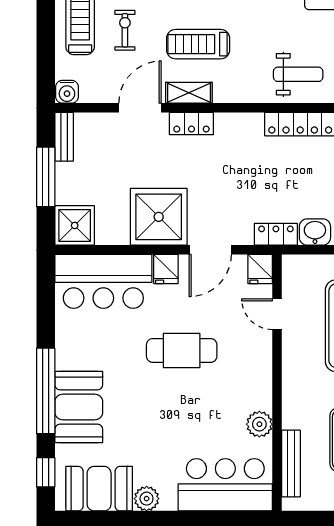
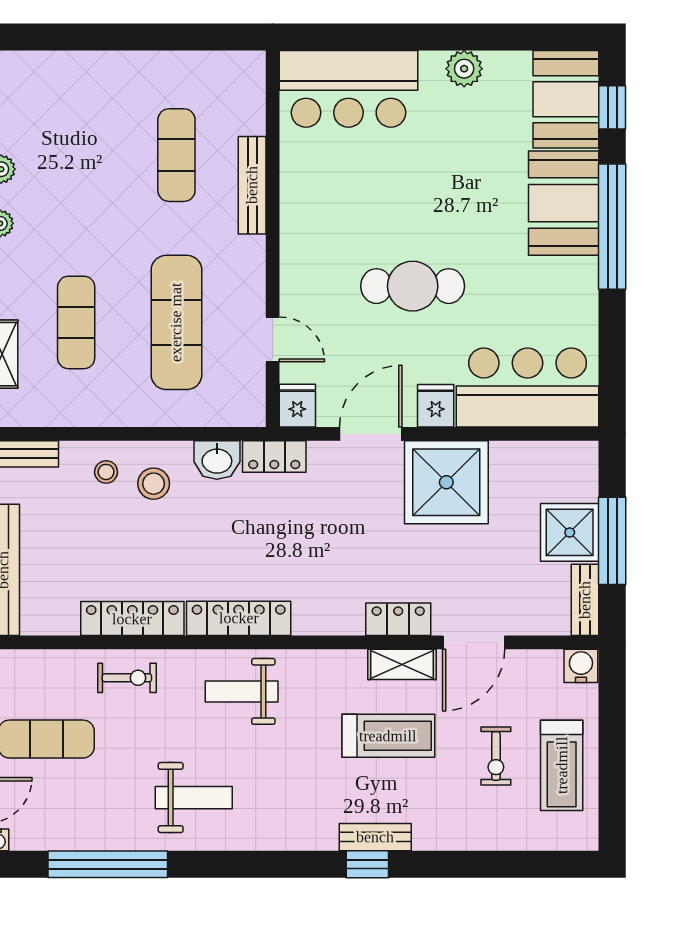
shower: (75, 225) -> (570, 532), moved
plant: (259, 424) -> (298, 178), removed
bench: (291, 464) -> (252, 185), moved
booth: (99, 489) -> (566, 99), moved, turned 90

